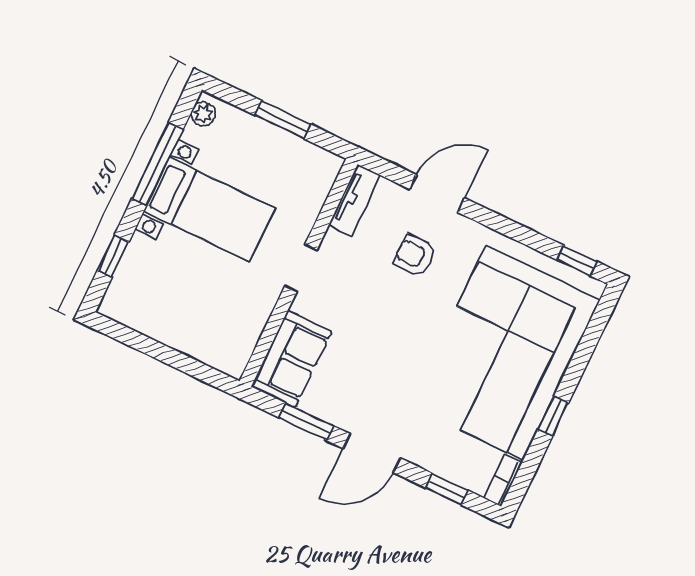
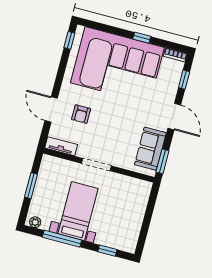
doorway: (301, 268) -> (97, 165), width x1.38
sofa: (291, 359) -> (150, 149), moved, turned -90
window: (306, 422) -> (162, 161), moved

